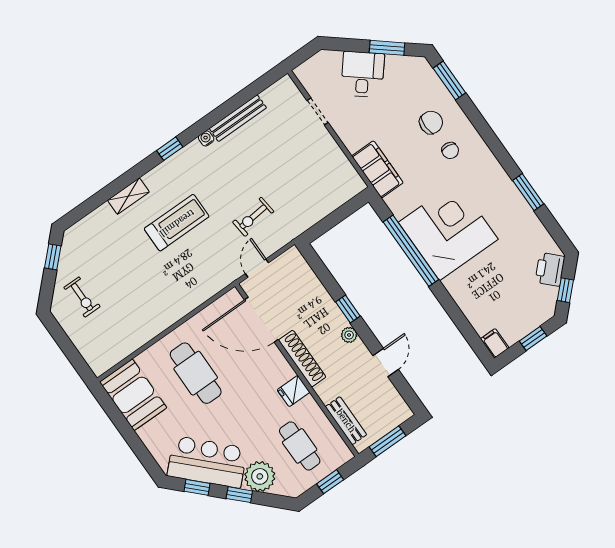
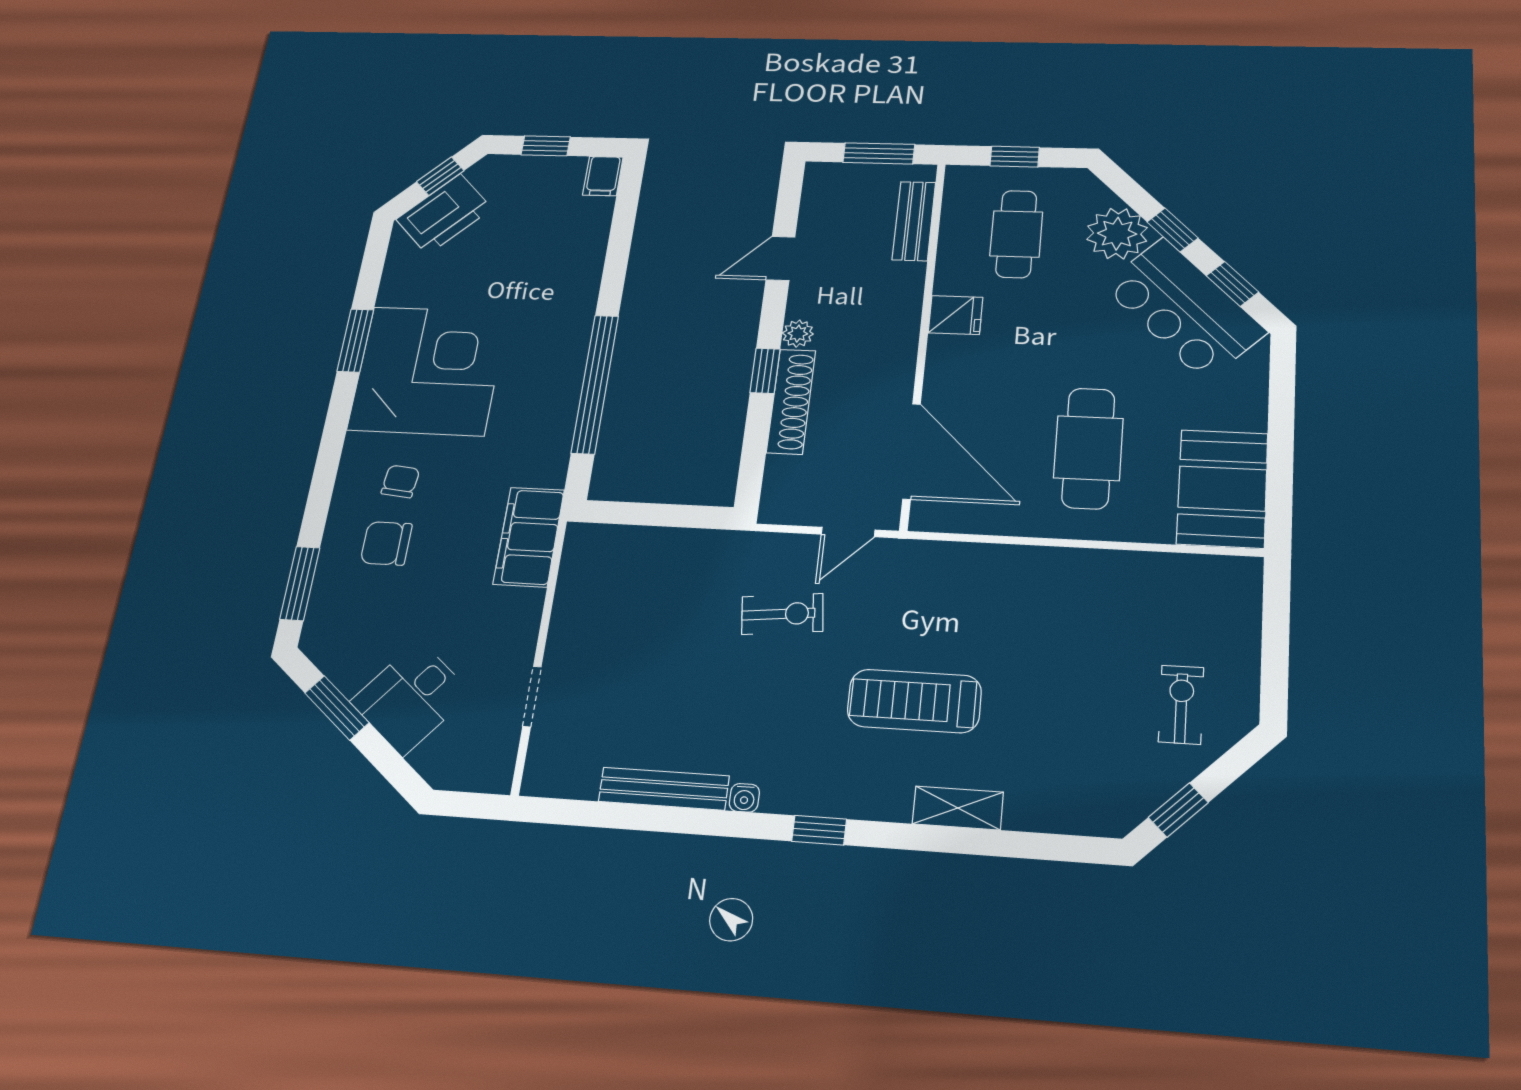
corner desk: (448, 231) -> (428, 371), moved, turned 180
printer: (550, 269) -> (444, 214), width x1.37, depth x1.19
shoe rack: (302, 359) -> (791, 401), moved, turned 180

